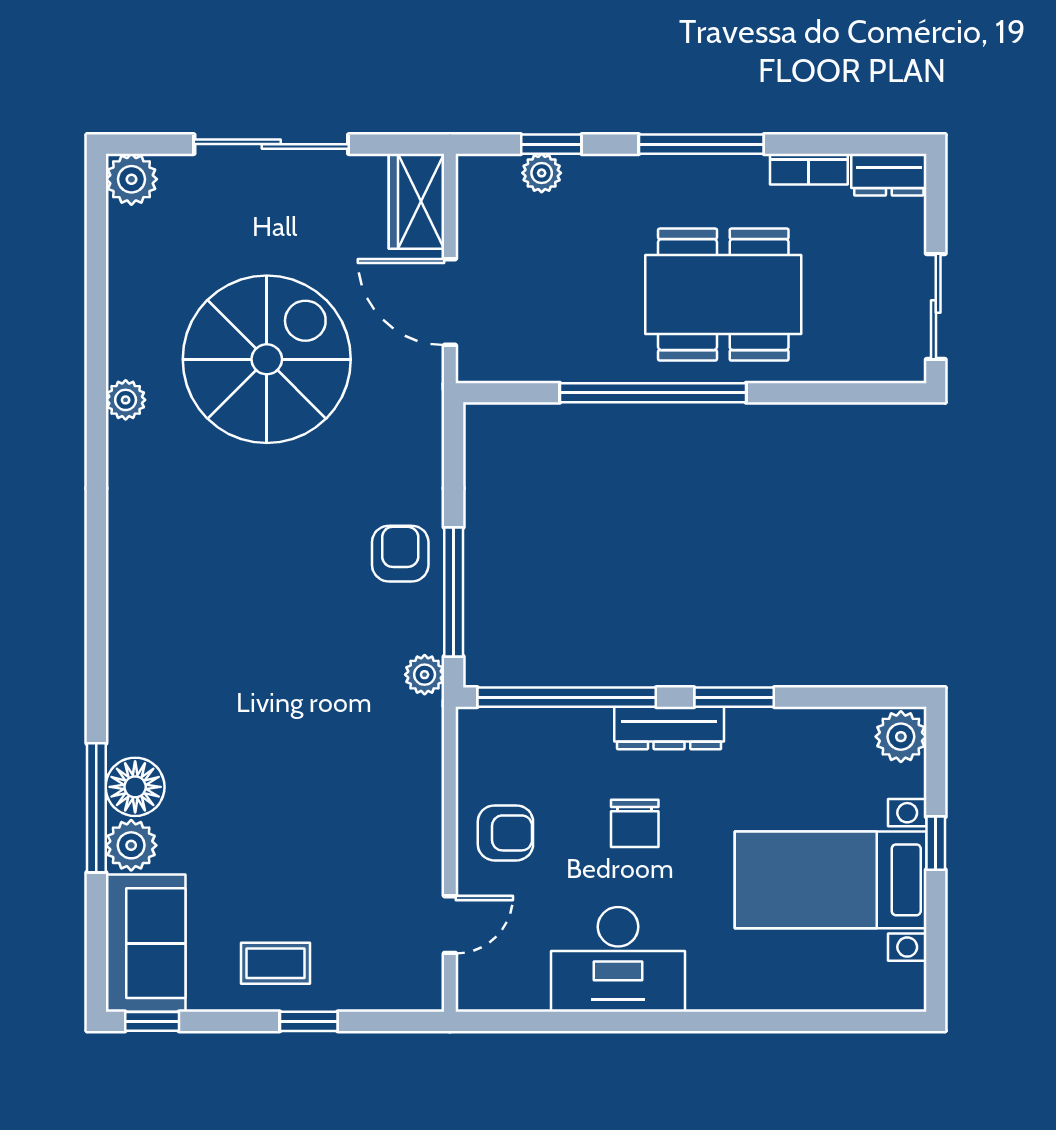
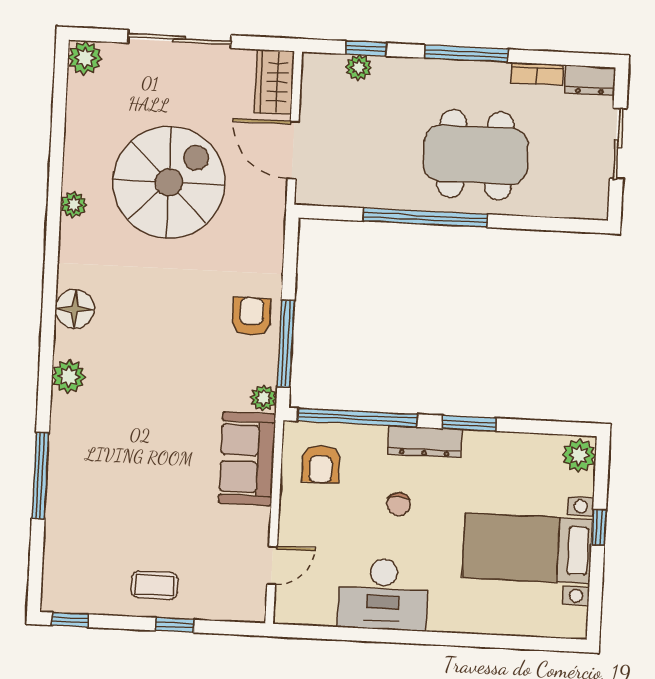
sliding door: (936, 306) -> (618, 144), moved
floor lamp: (135, 787) -> (75, 309), moved
chair: (635, 823) -> (399, 504), width x0.73, depth x0.73
armchair: (505, 833) -> (321, 464), moved, turned 90
plant: (131, 845) -> (69, 377), moved
sofa: (146, 943) -> (247, 459), moved, turned 180

